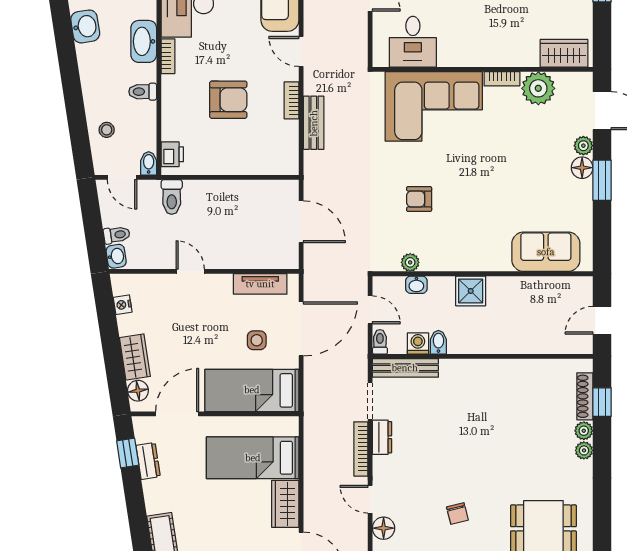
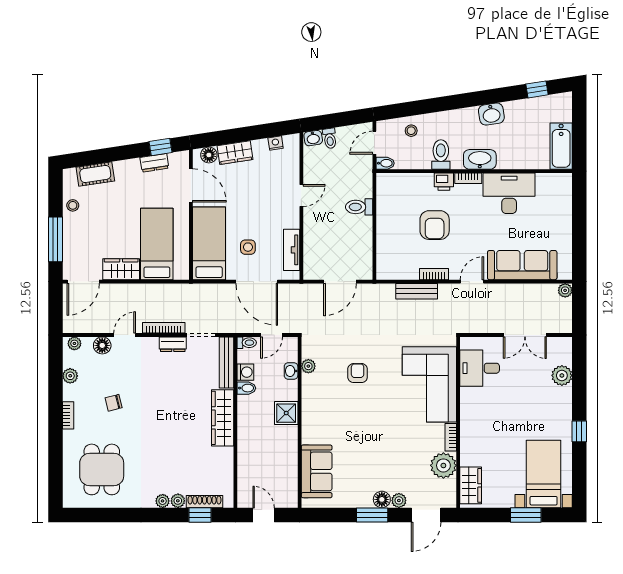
toilet: (143, 92) -> (441, 154), width x1.37, depth x1.39
printer: (172, 154) -> (444, 182), moved
toilet: (172, 197) -> (359, 207), moved
wardrobe: (477, 373) -> (223, 418), added

